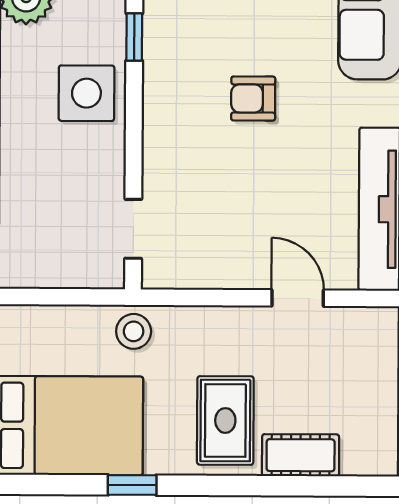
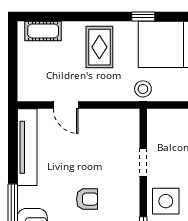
doorway: (133, 229) -> (143, 162), moved
cot: (301, 455) -> (43, 31), moved

